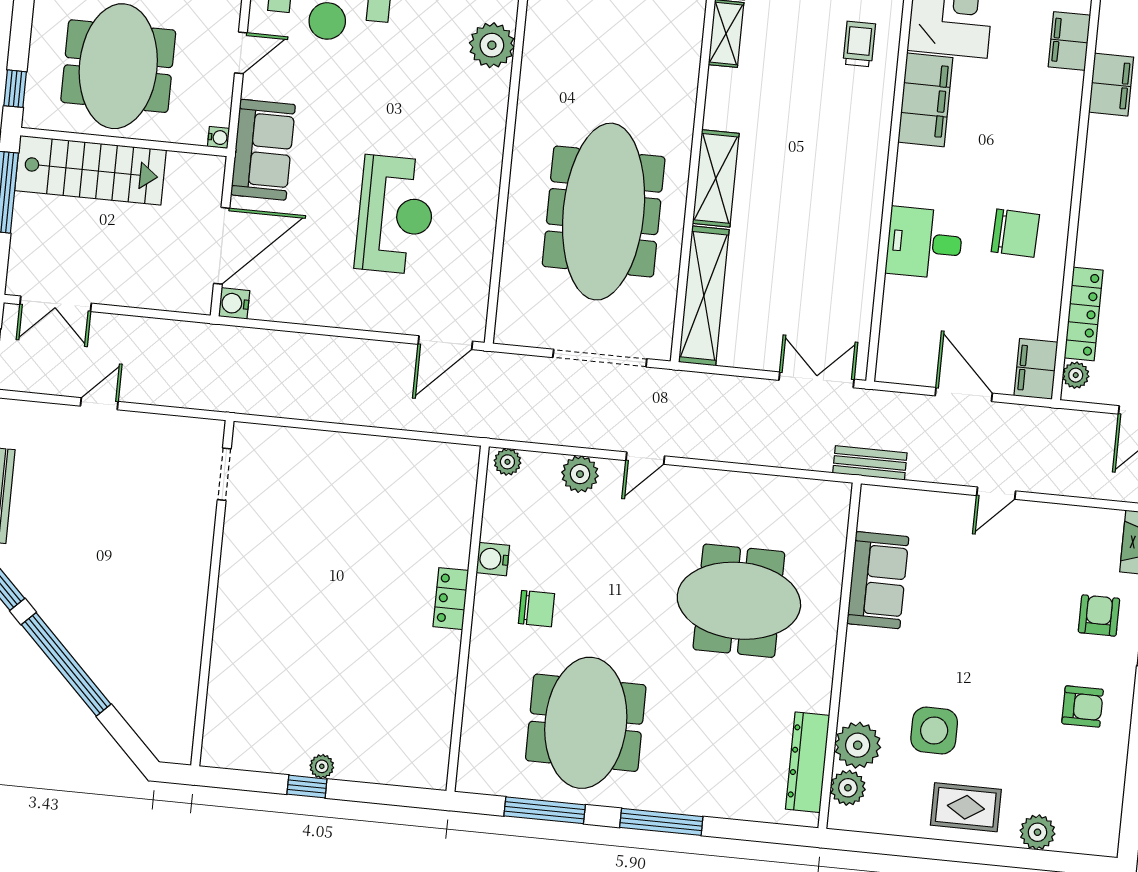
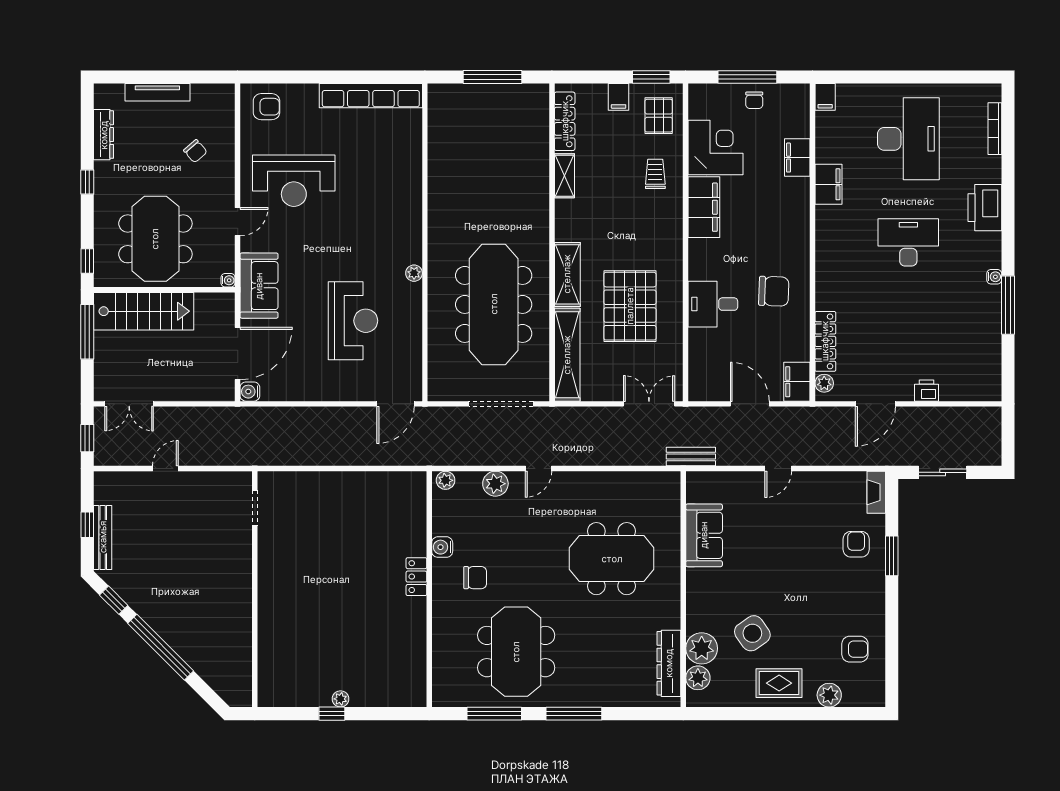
plant: (492, 45) -> (414, 273), moved, width x0.53, depth x0.53
pallet: (803, 234) -> (630, 306), added
armchair: (1083, 707) -> (855, 649), moved
side table: (934, 731) -> (752, 633), turned -35

